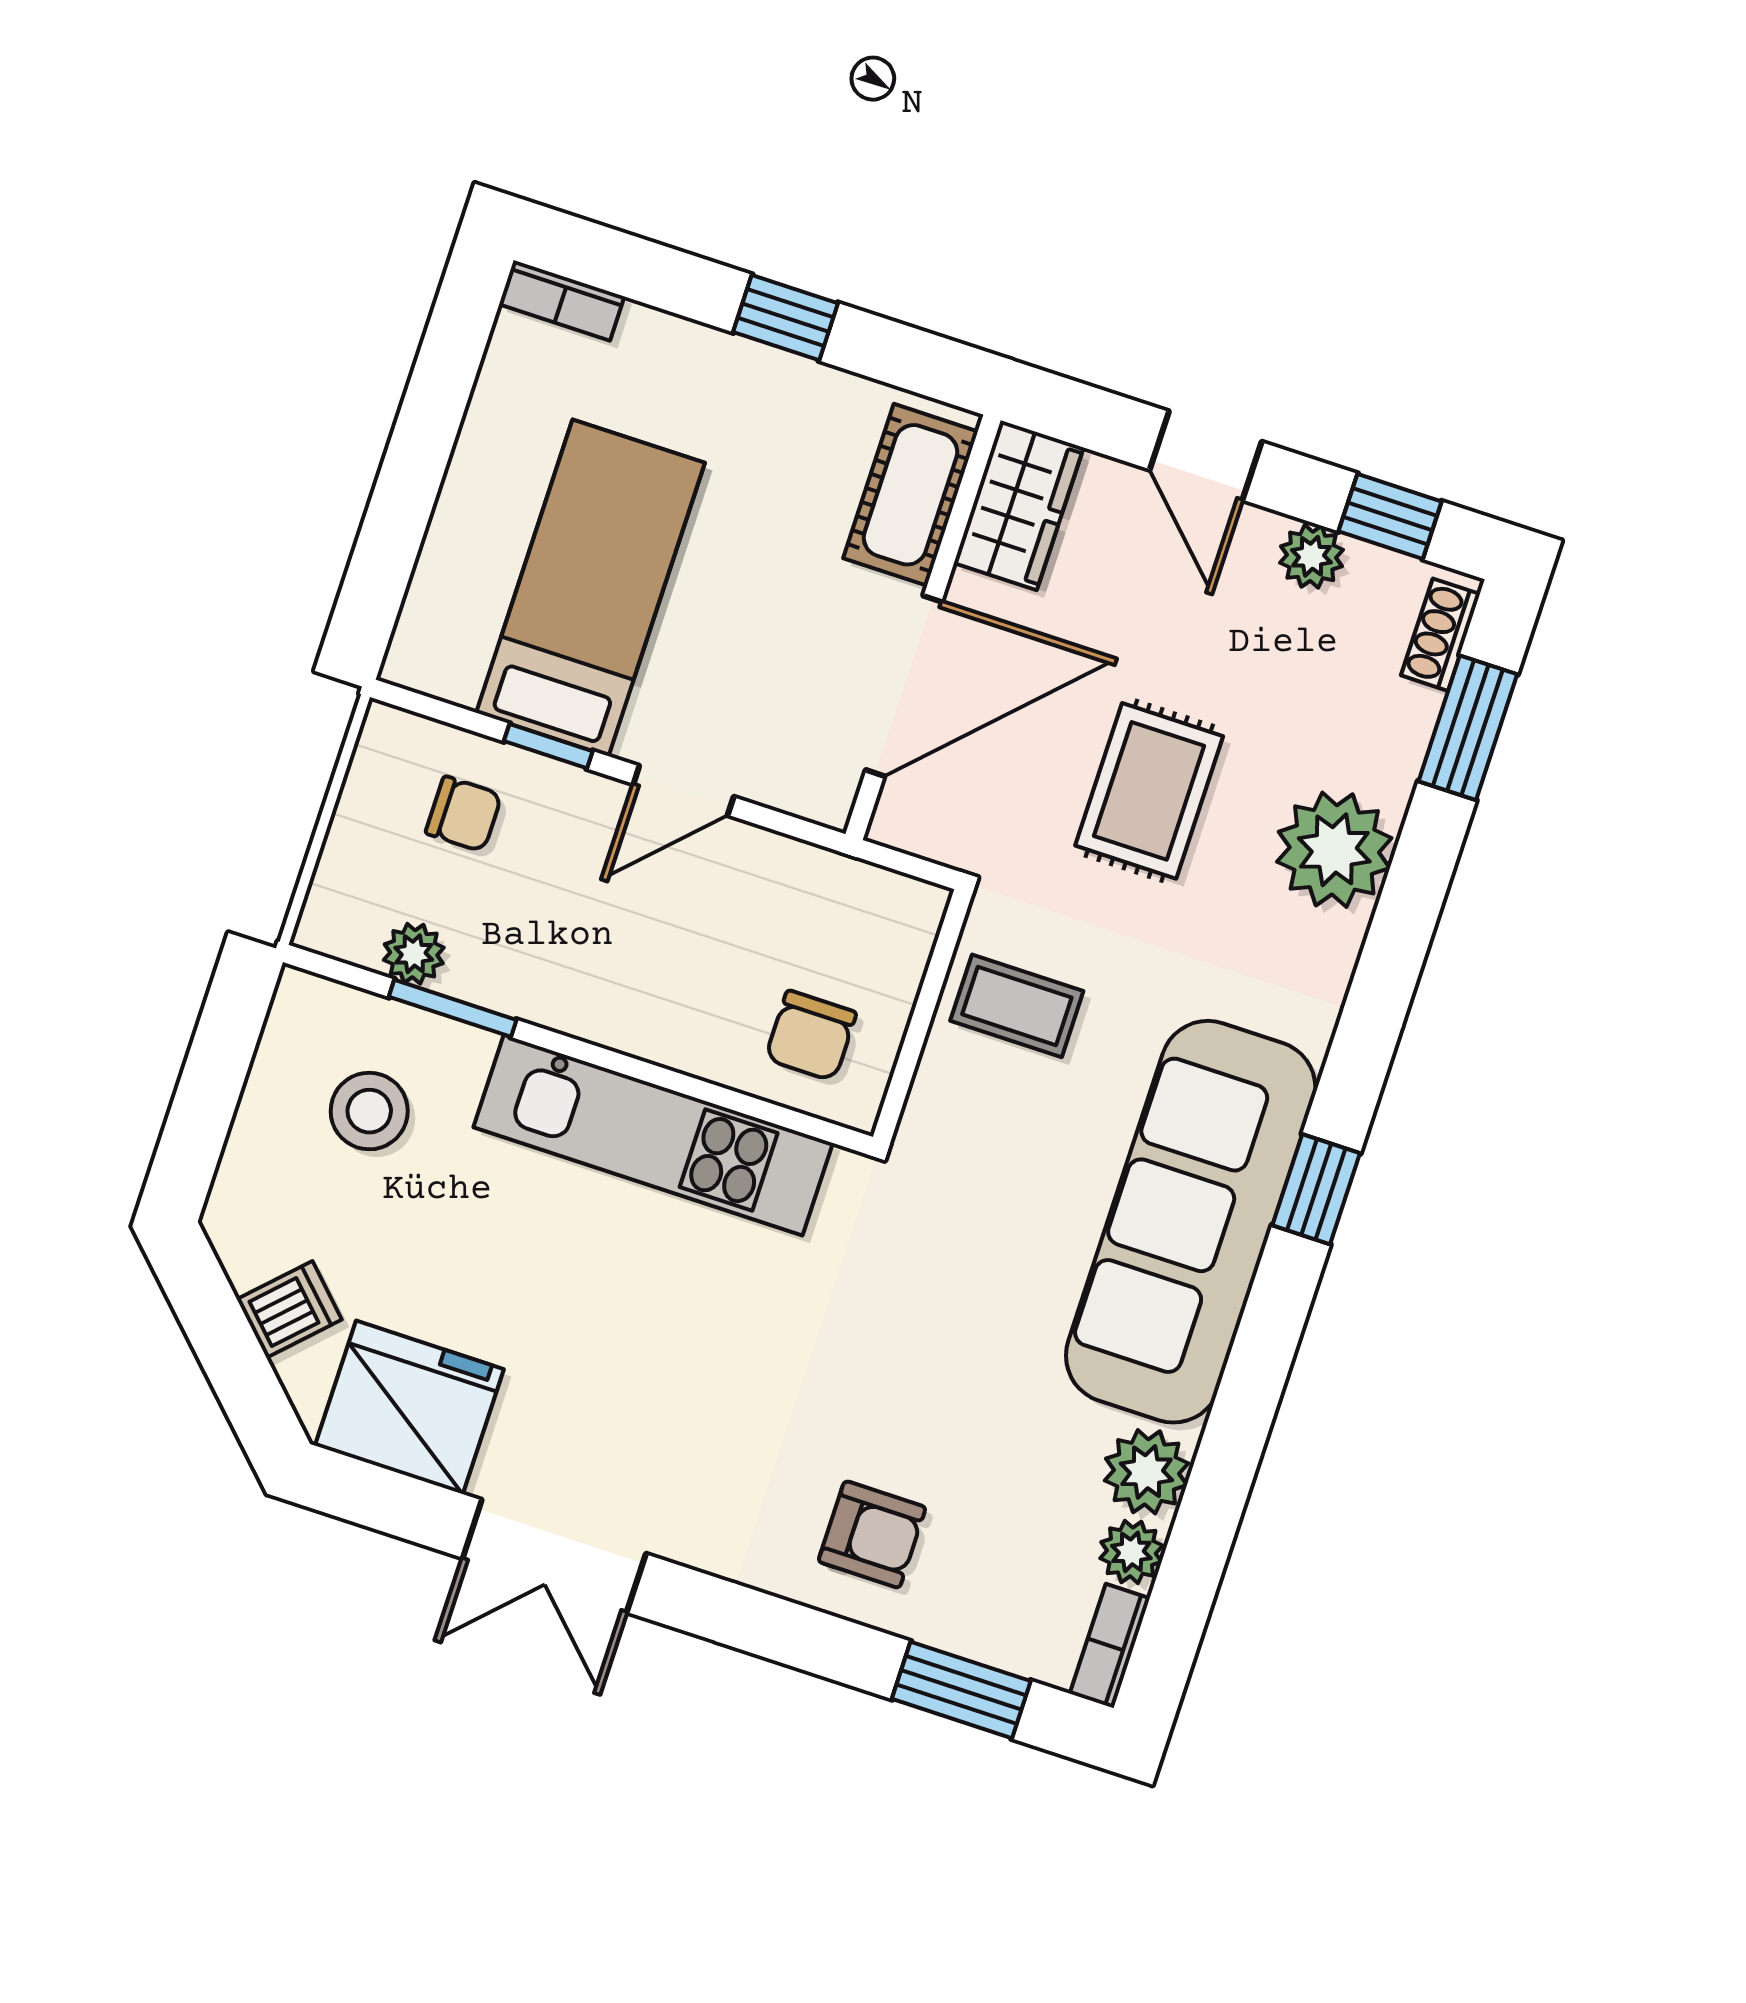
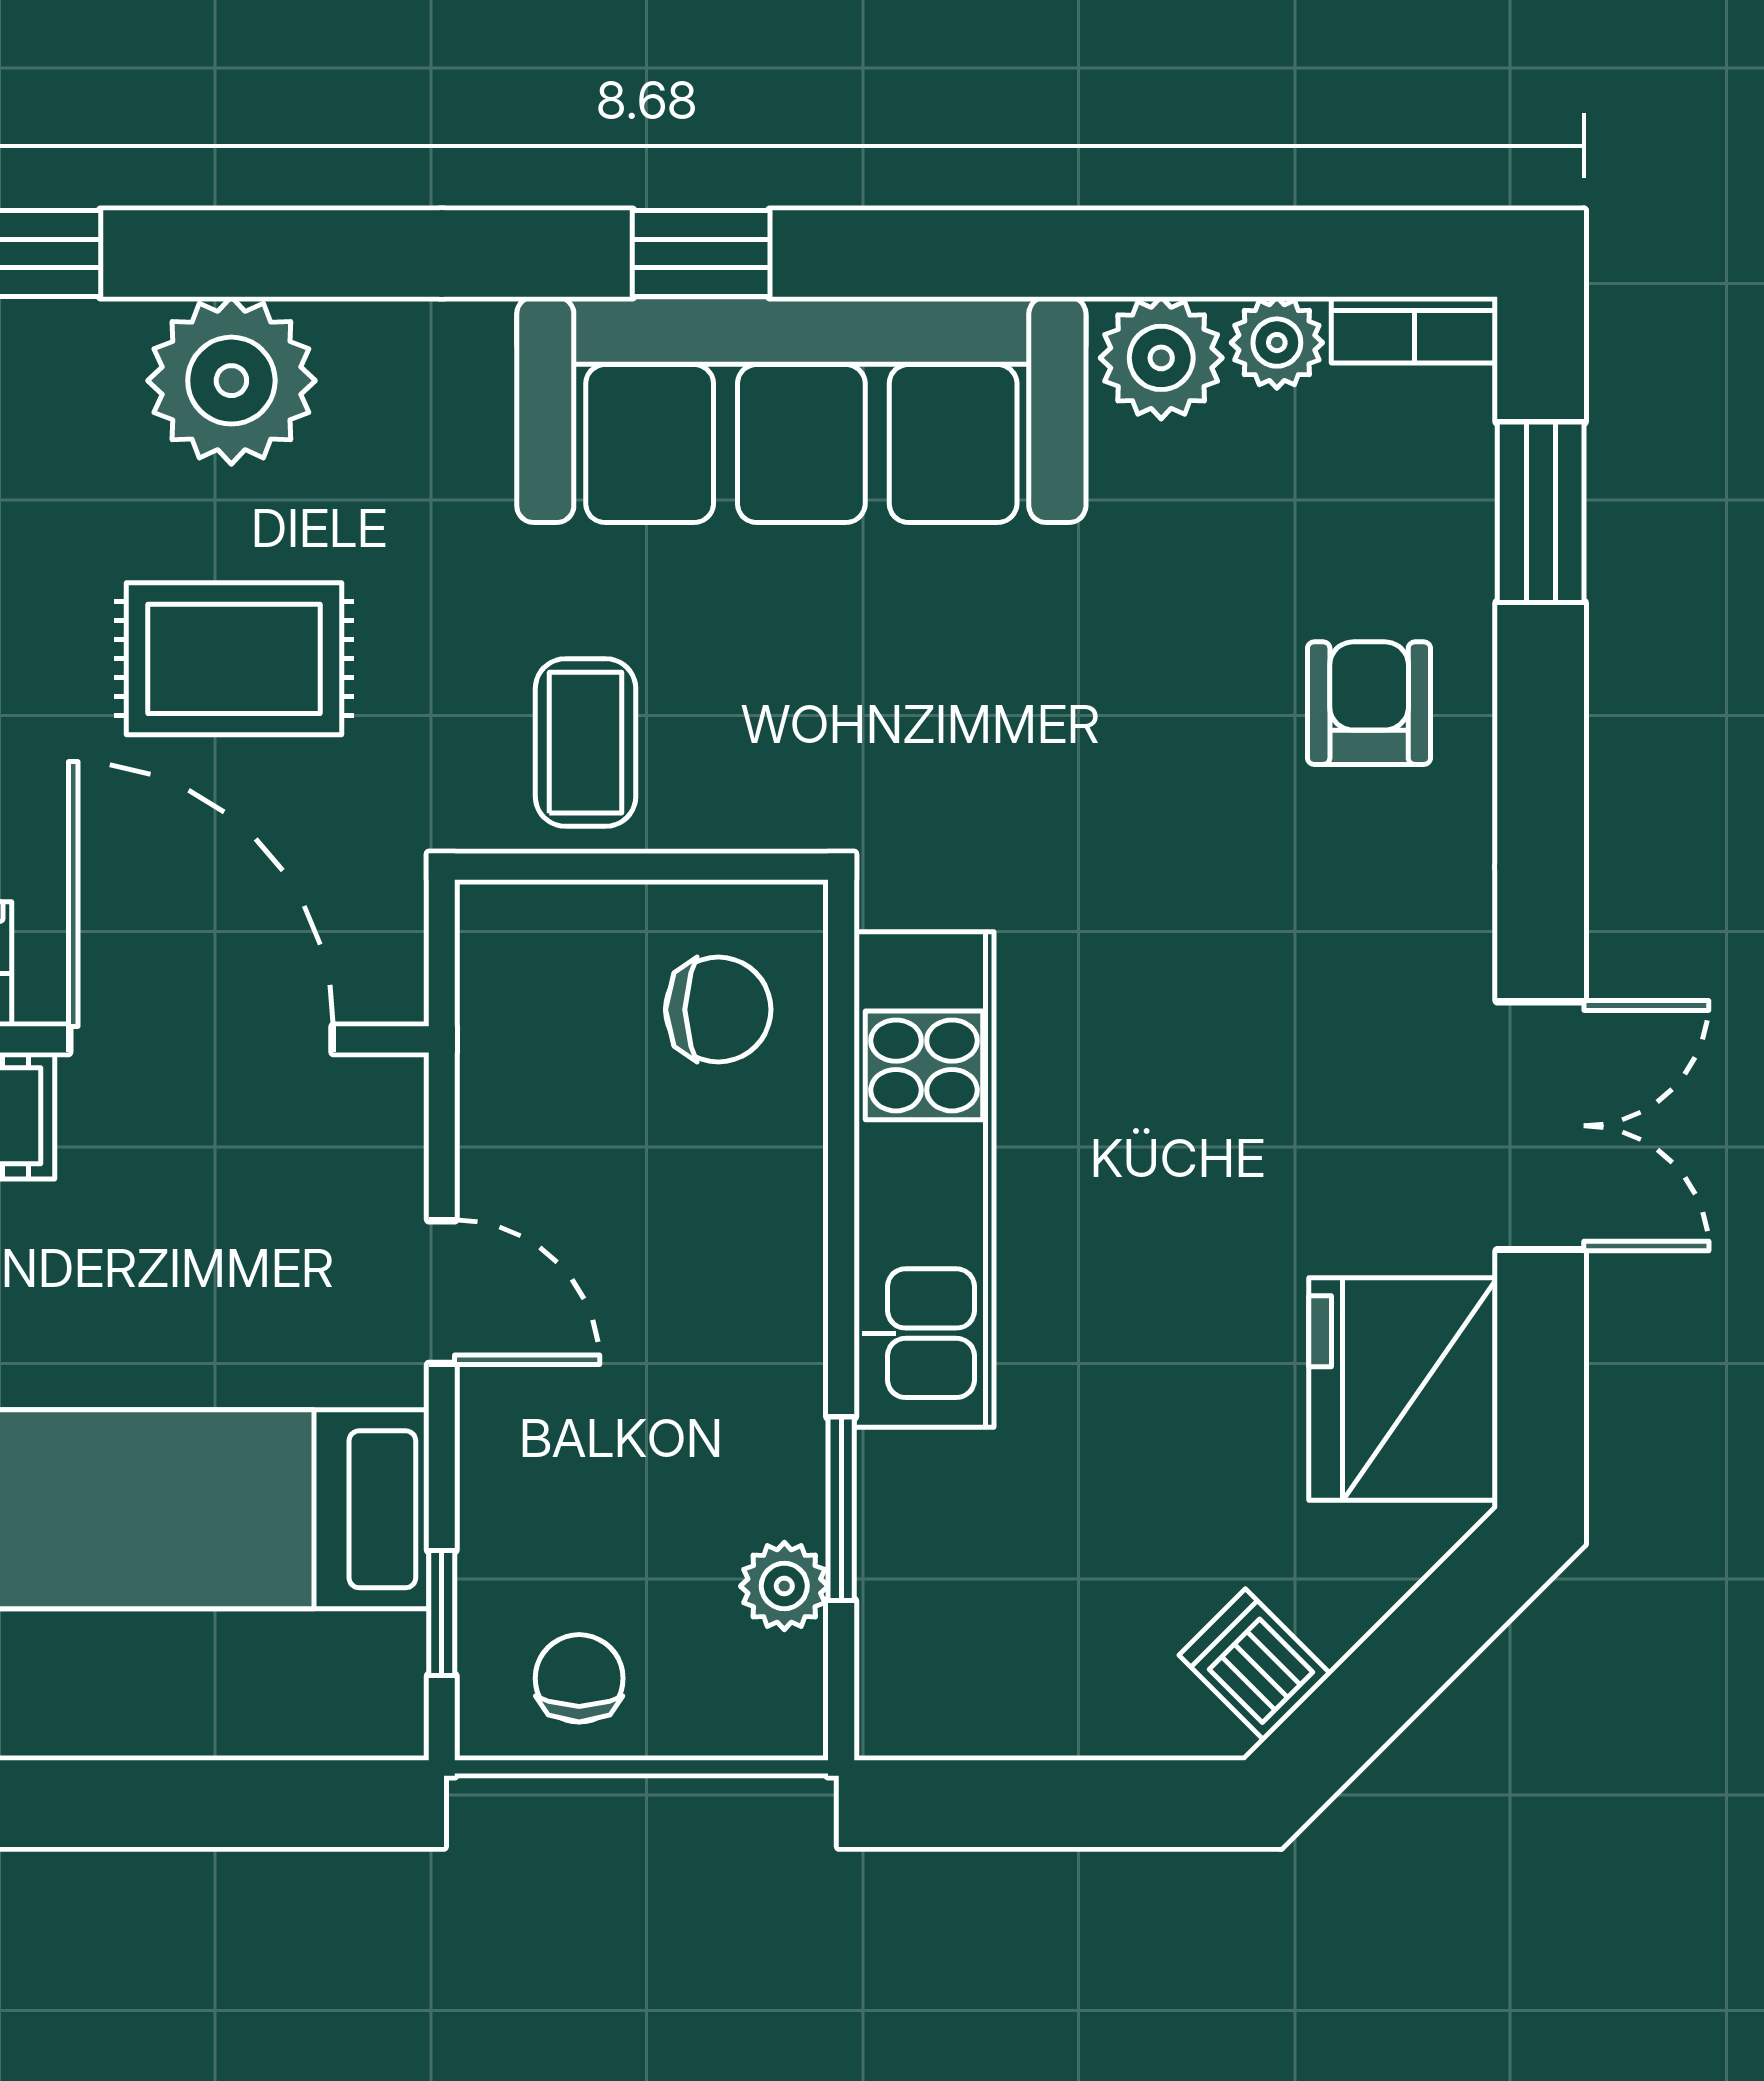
window: (548, 746) -> (442, 1613), moved
chair: (464, 814) -> (579, 1678), moved
stool: (369, 1111) -> (1018, 1576), removed
dishwasher: (289, 1309) -> (1255, 1665), moved

